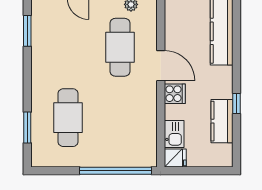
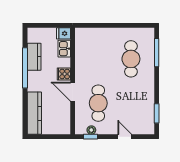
window: (237, 103) -> (25, 68), width x3.17
window: (27, 128) -> (157, 53), width x1.44
window: (115, 171) -> (101, 25), removed

